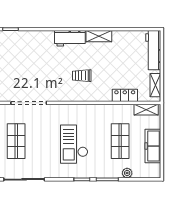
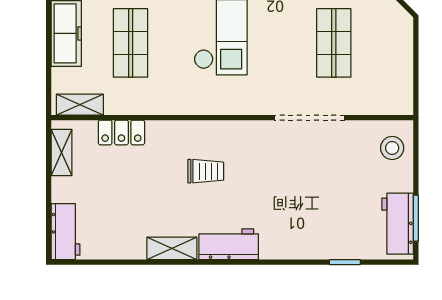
workbench: (153, 50) -> (66, 232), width x0.73

